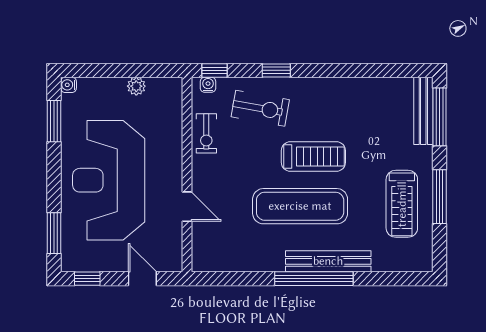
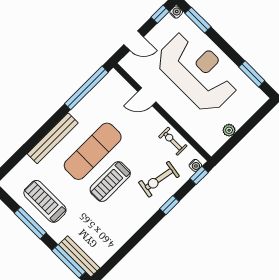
water cooler: (68, 85) -> (176, 12), moved
window: (314, 279) -> (86, 88), moved

